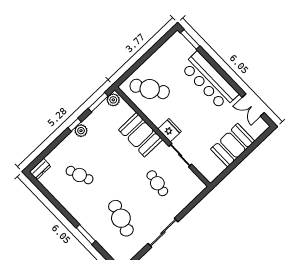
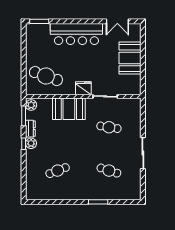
cafe table: (150, 89) -> (46, 76), turned 53
dresser: (40, 169) -> (30, 129), moved
cafe table: (121, 218) -> (109, 171), width x0.73, depth x0.74

